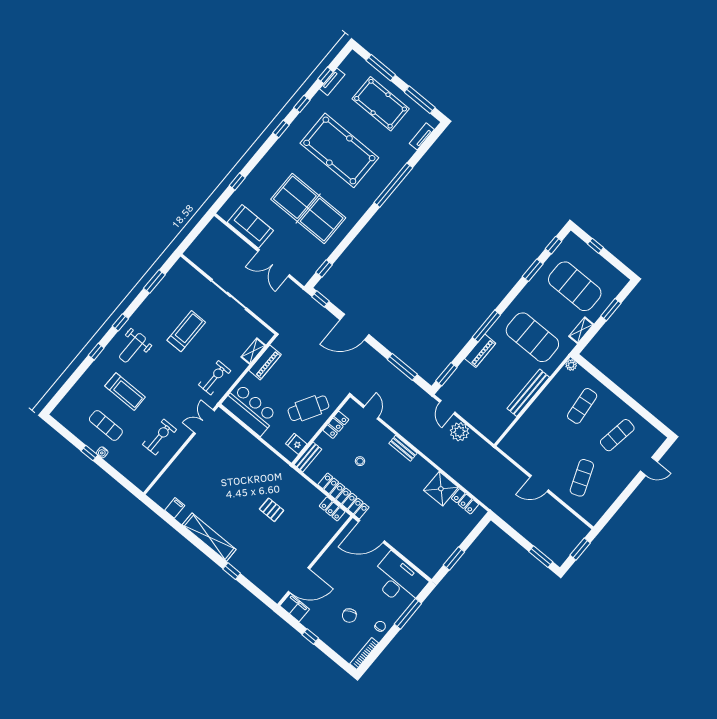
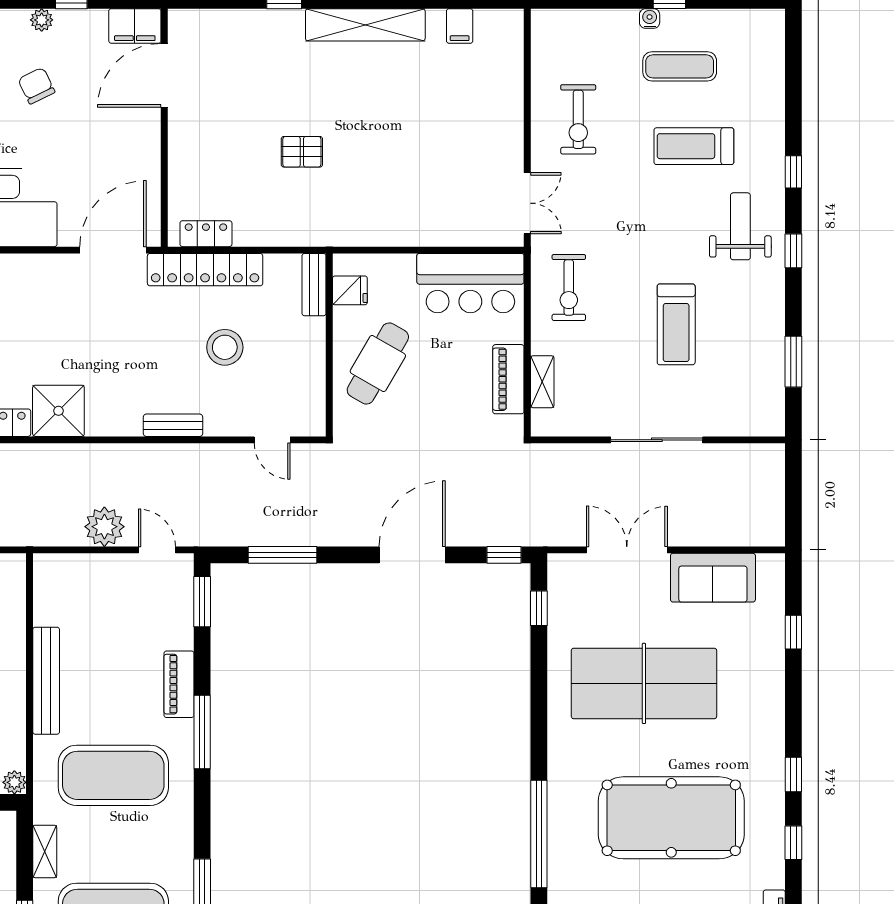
locker: (336, 425) -> (312, 373), removed
stool: (360, 461) -> (225, 347), width x1.89, depth x1.89
plant: (327, 638) -> (42, 20), added

